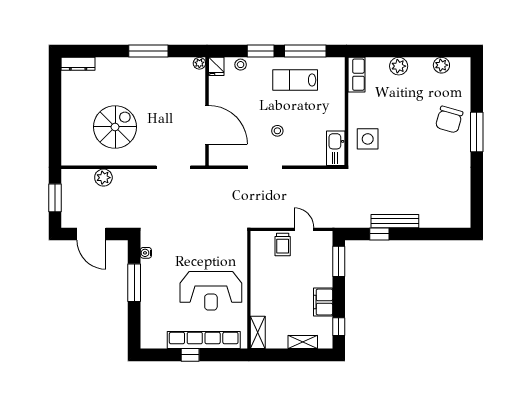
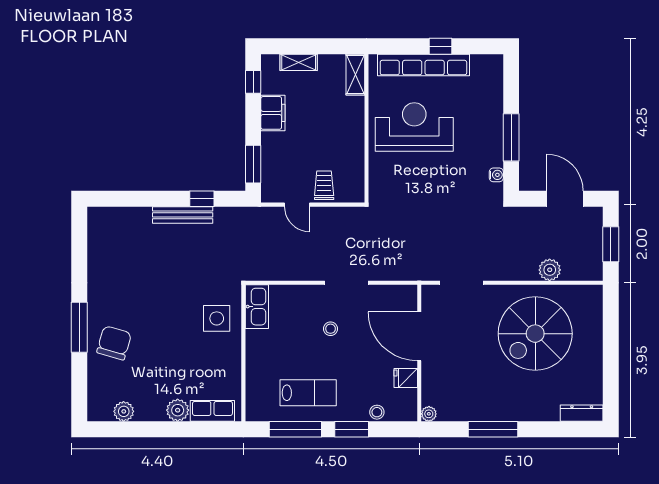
fridge: (216, 66) -> (406, 378), moved, turned -90
row of seats: (356, 75) -> (212, 411), moved, turned 90
spiral stairs: (115, 127) -> (535, 334), width x1.37, depth x1.37

